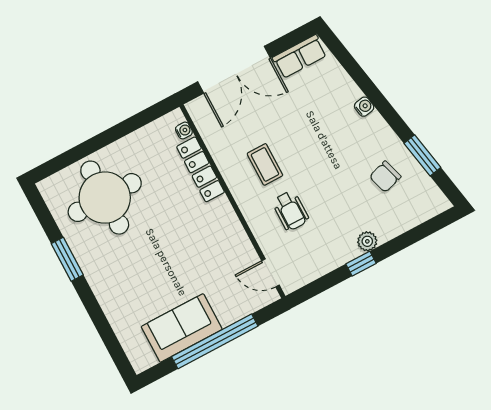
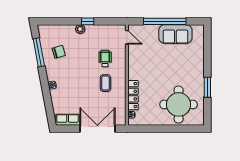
window: (422, 155) -> (39, 52), width x1.44

